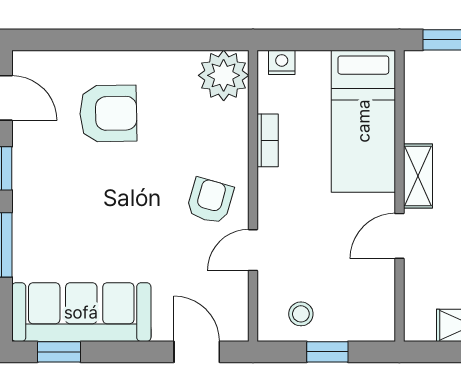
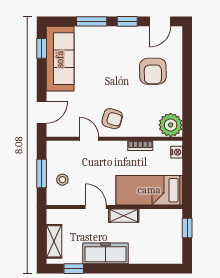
stool: (301, 314) -> (62, 180), moved
window: (327, 352) -> (42, 173), width x1.50

